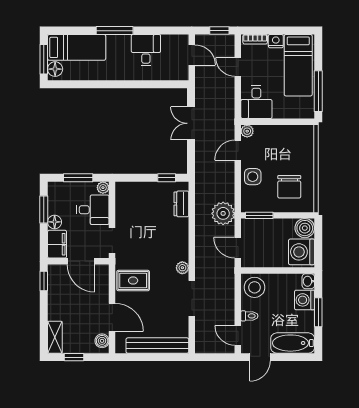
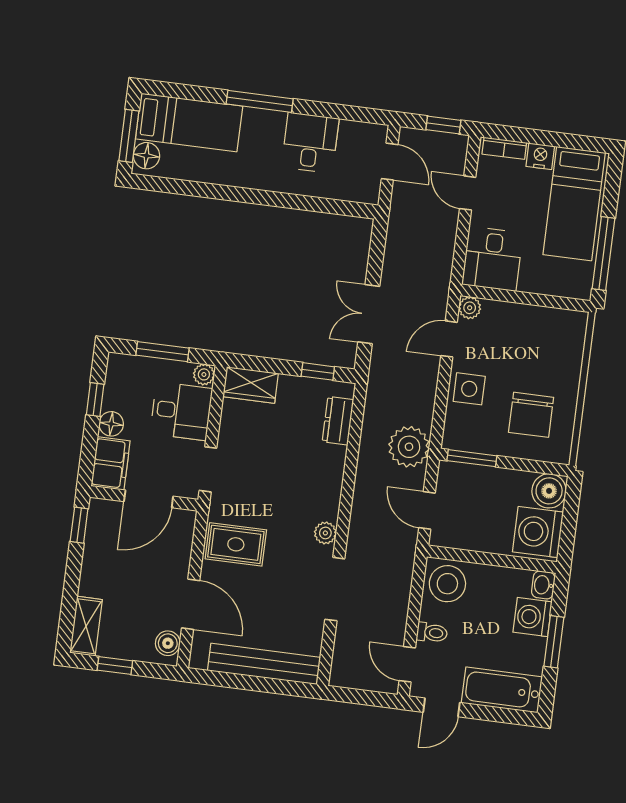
double door: (191, 123) -> (369, 314), moved
wardrobe: (130, 190) -> (251, 385), added
window: (44, 209) -> (95, 400), width x0.67
door: (81, 261) -> (149, 499), hinge flipped

